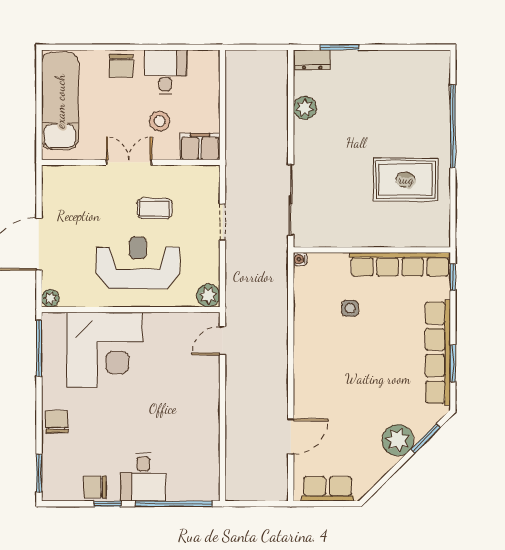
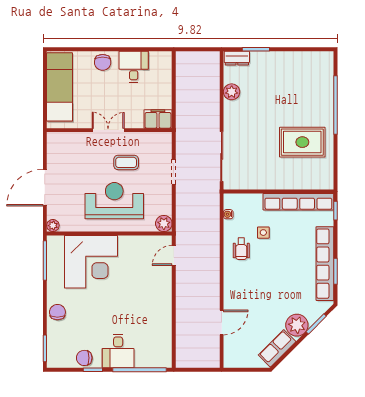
stool: (160, 121) -> (130, 101), removed
water cooler: (300, 259) -> (228, 214), moved
wheelchair: (319, 331) -> (241, 249), added
row of seats: (327, 489) -> (277, 348), moved, turned -45

